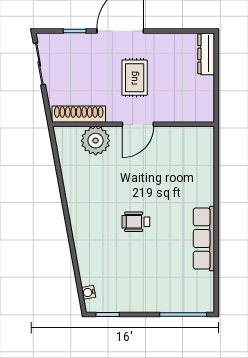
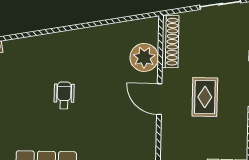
rug: (135, 78) -> (205, 97), turned 90

